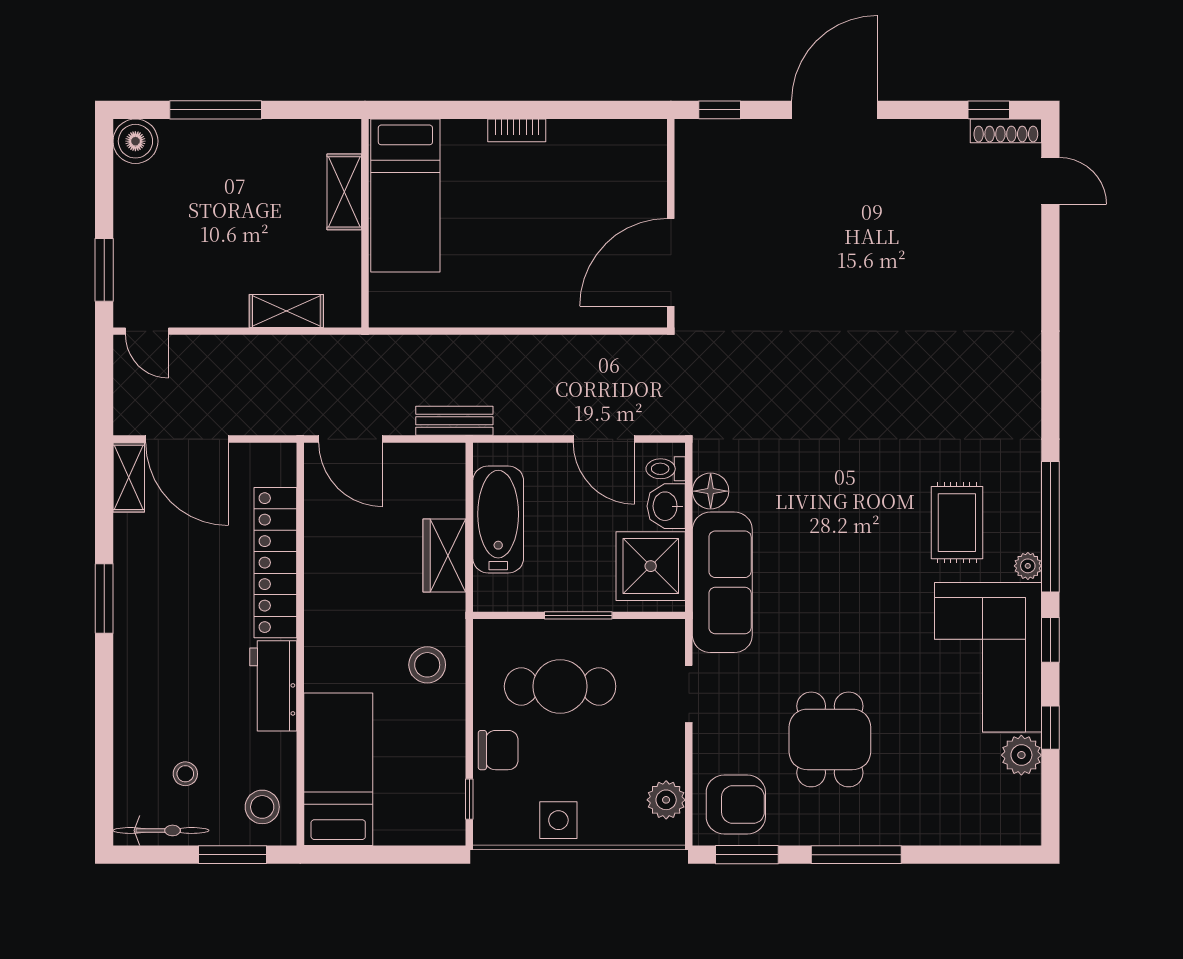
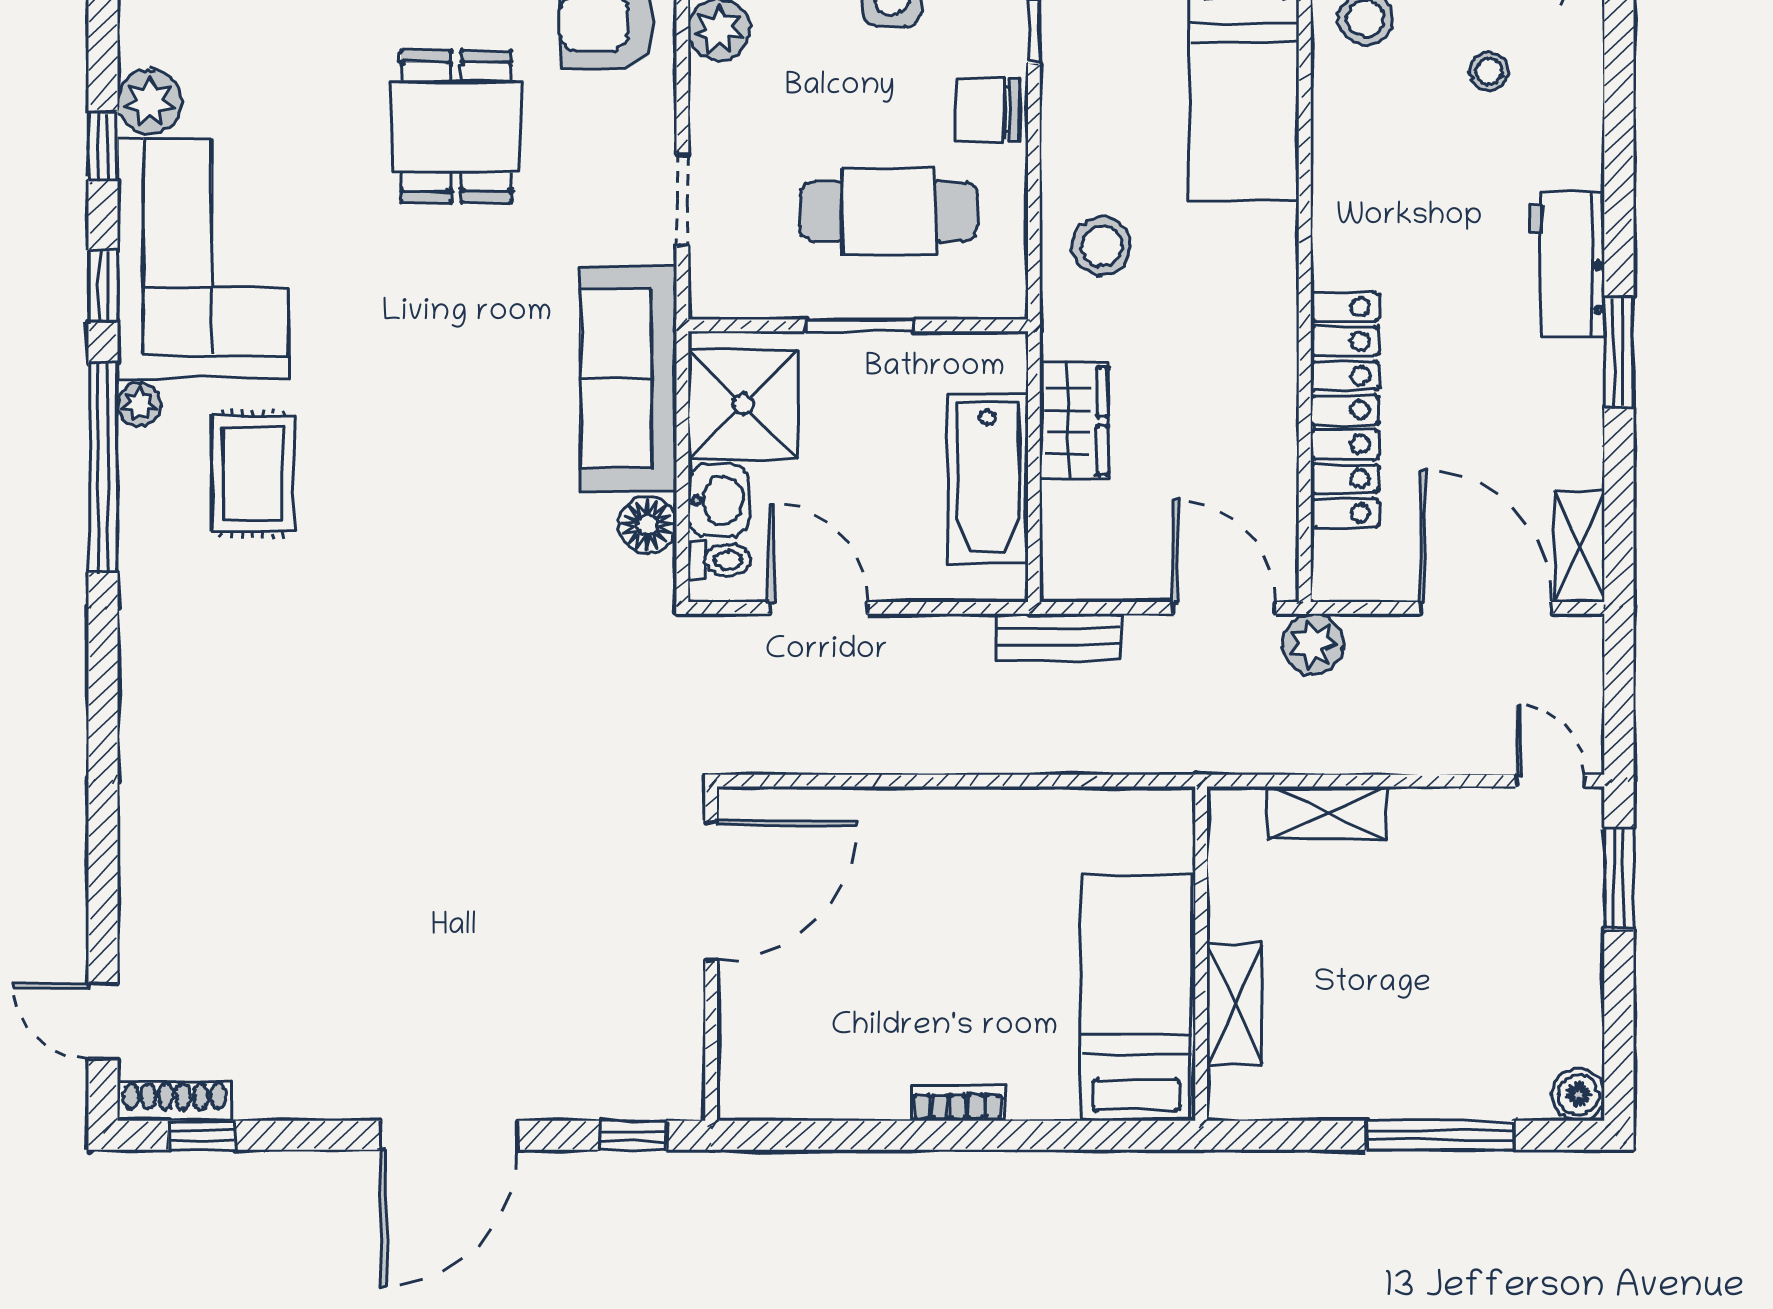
boiler: (135, 141) -> (1578, 1095), width x0.73, depth x0.73
plant: (295, 416) -> (1313, 644), added
workbench: (273, 686) -> (1567, 265), moved, turned 180

